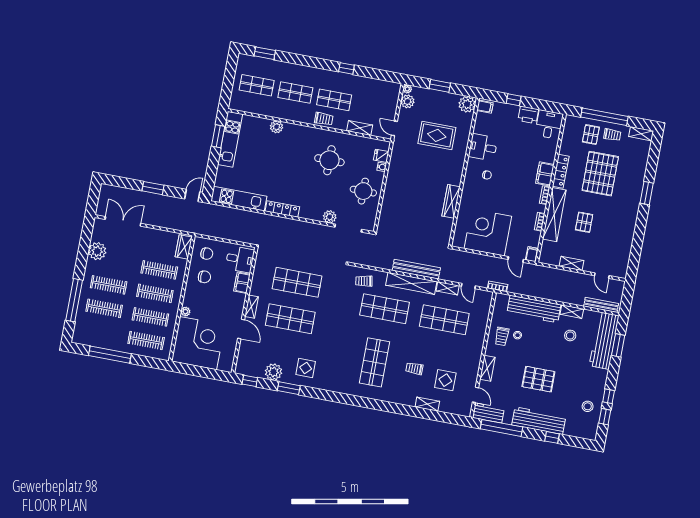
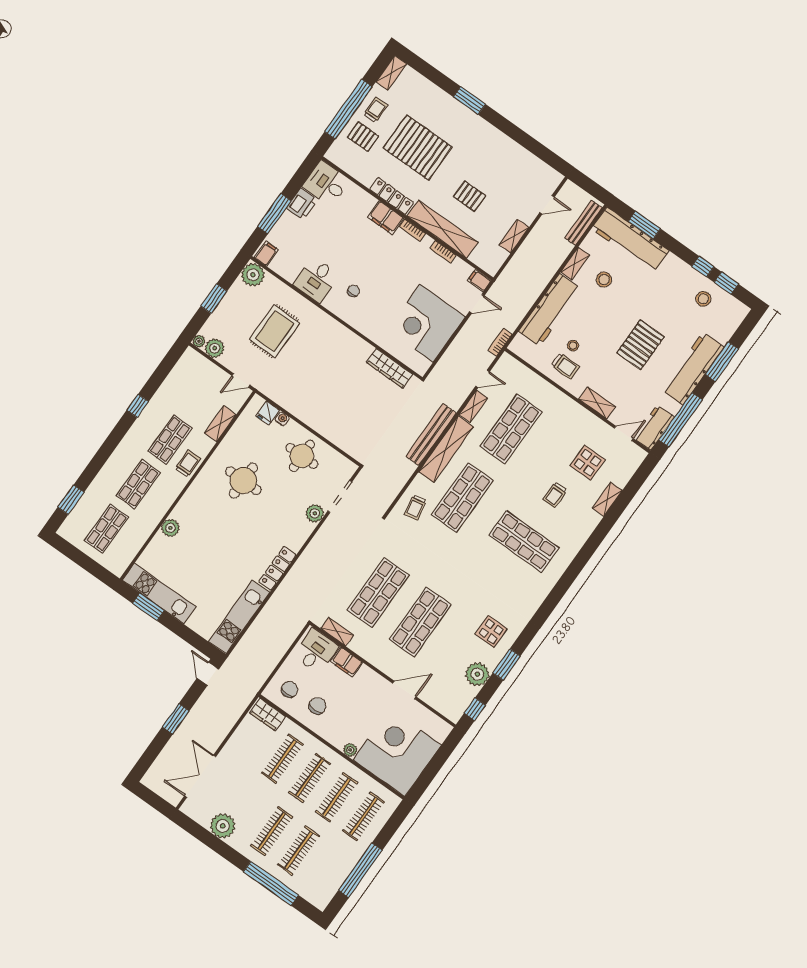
window: (514, 100) -> (274, 214), width x2.17
wardrobe: (451, 201) -> (389, 368), moved
shelving: (252, 307) -> (337, 632), moved
window: (552, 437) -> (722, 362), width x2.17

